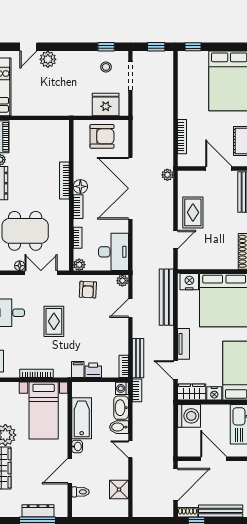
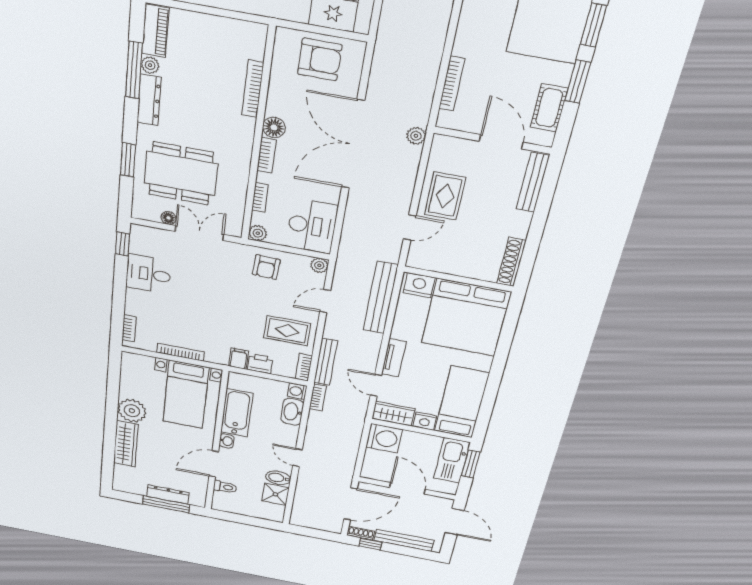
bookcase: (64, 181) -> (253, 89), moved
rug: (54, 321) -> (287, 331), moved, turned 90
bidet: (119, 427) -> (278, 478), moved

